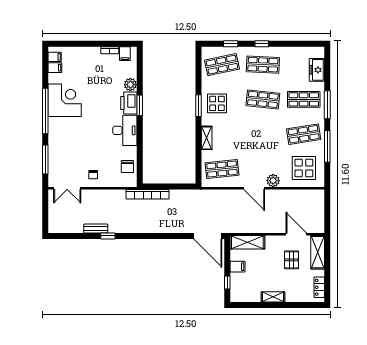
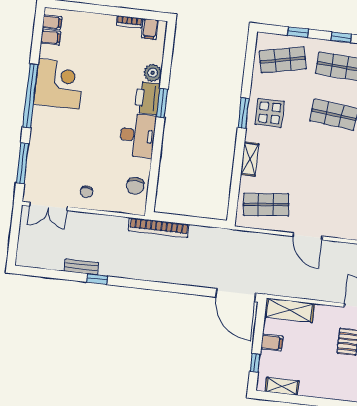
plant: (273, 181) -> (335, 229), removed
shelving: (273, 297) -> (282, 386), moved

